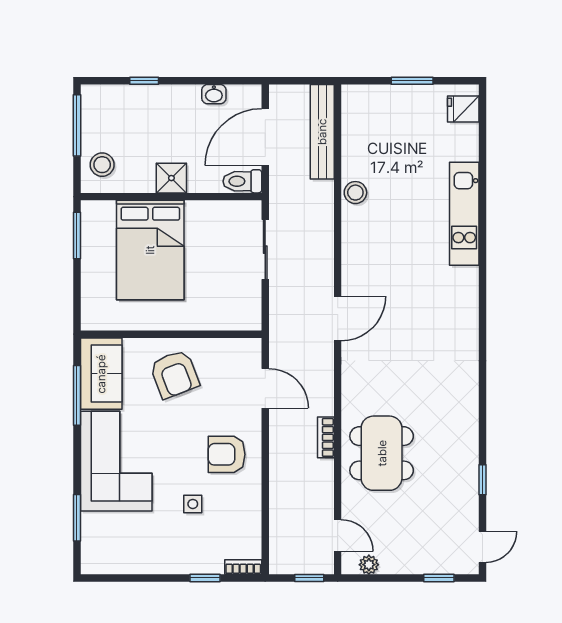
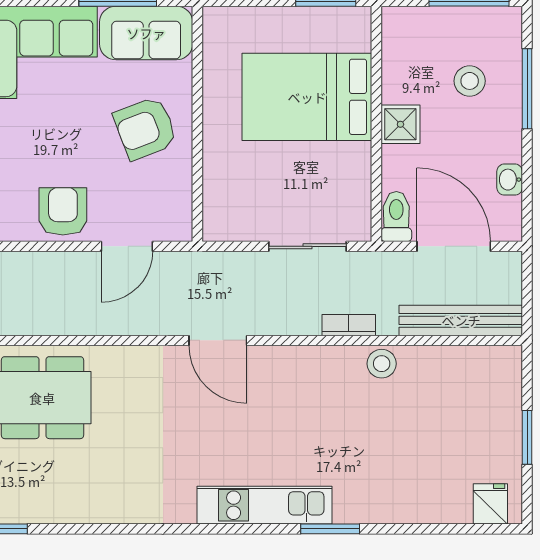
window: (144, 81) -> (527, 89), width x2.17
stool: (102, 165) -> (470, 81), moved
kitchen unit: (464, 214) -> (265, 505), moved
window: (482, 232) -> (330, 529), added
bookcase: (326, 437) -> (349, 325), moved
armchair: (227, 454) -> (63, 211), moved

